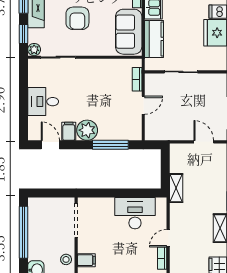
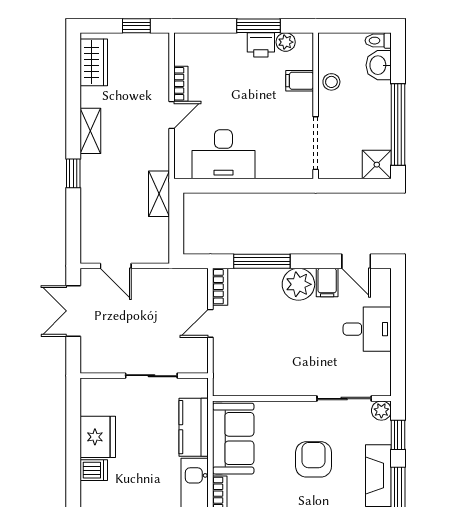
bookcase: (137, 79) -> (220, 287), moved
shower: (37, 207) -> (377, 165), added

